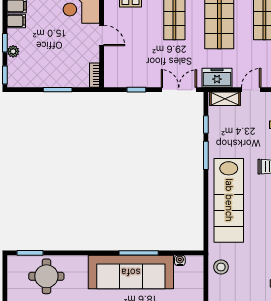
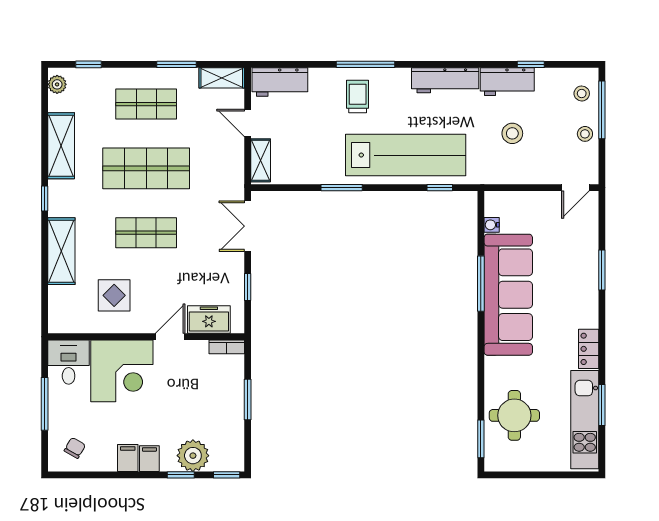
plant: (13, 51) -> (193, 456), width x1.88, depth x1.88
freezer: (217, 78) -> (209, 320), moved, turned 90
window: (206, 124) -> (440, 188), moved
stool: (221, 267) -> (512, 133), moved

